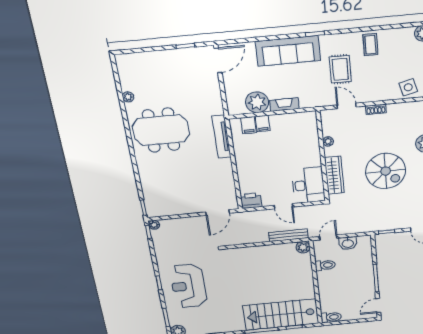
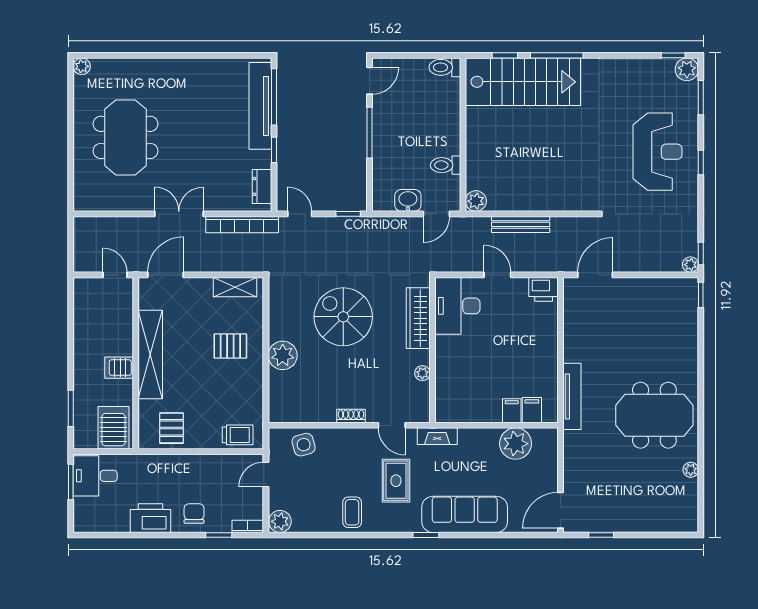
fireplace: (284, 105) -> (437, 436), moved
bench: (288, 235) -> (521, 224), moved

